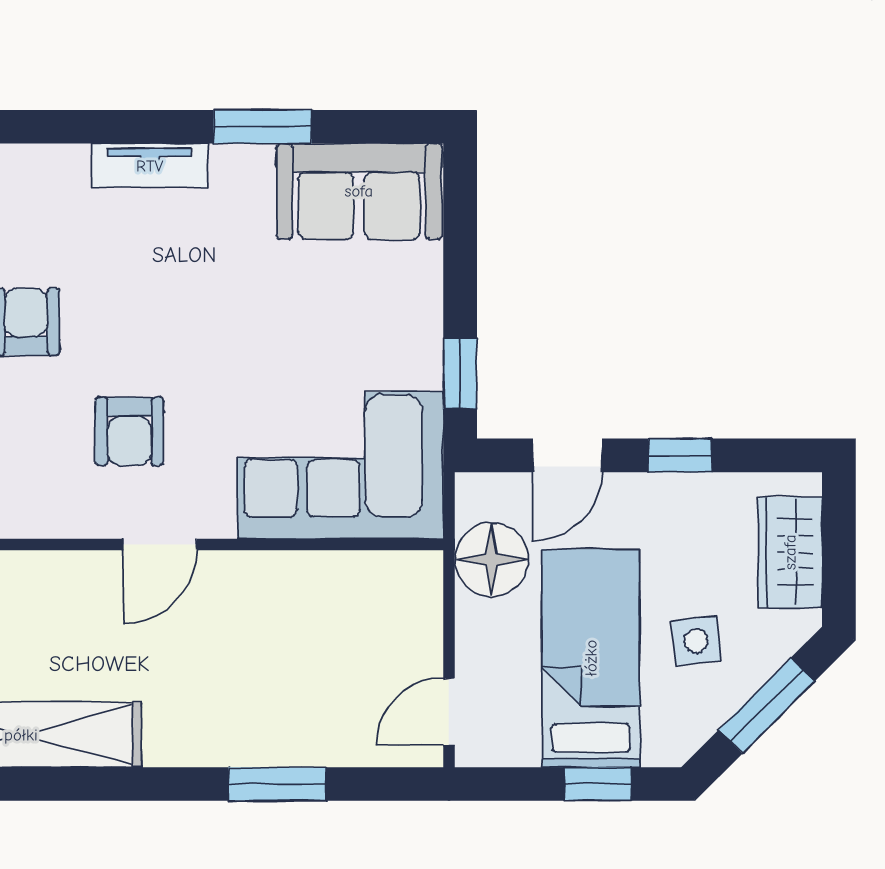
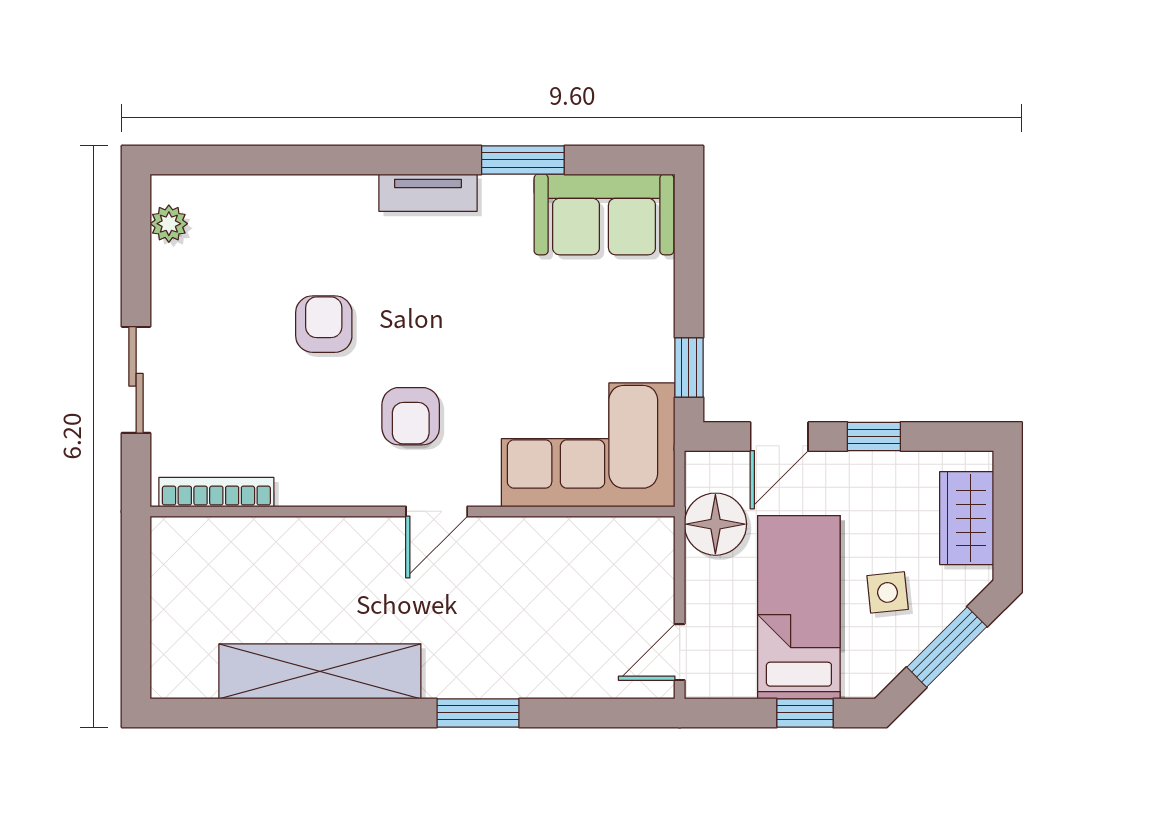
window: (277, 784) -> (478, 713), moved

